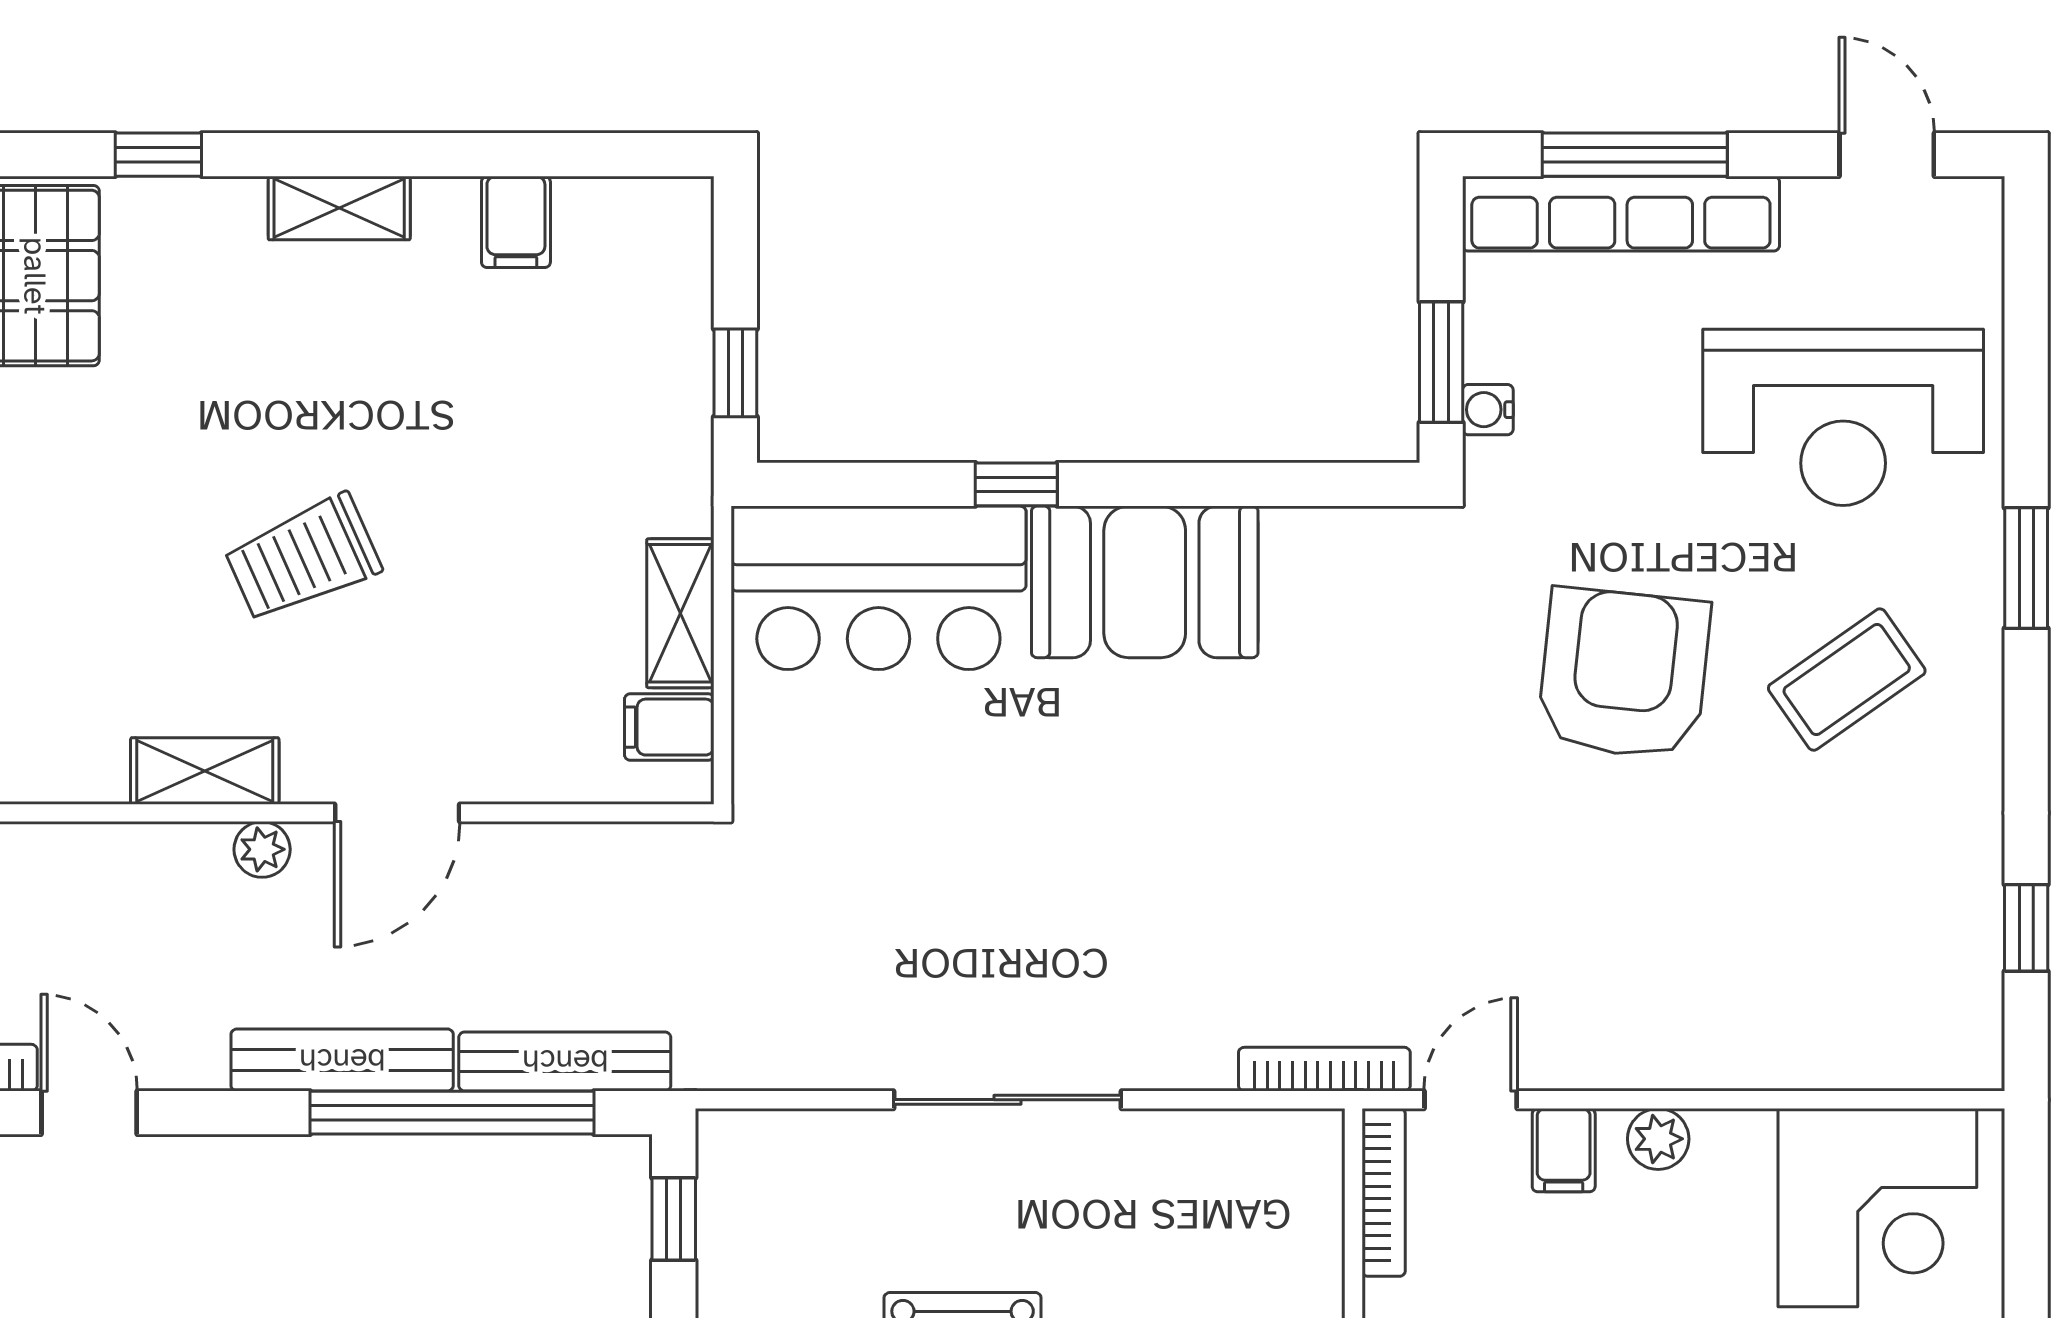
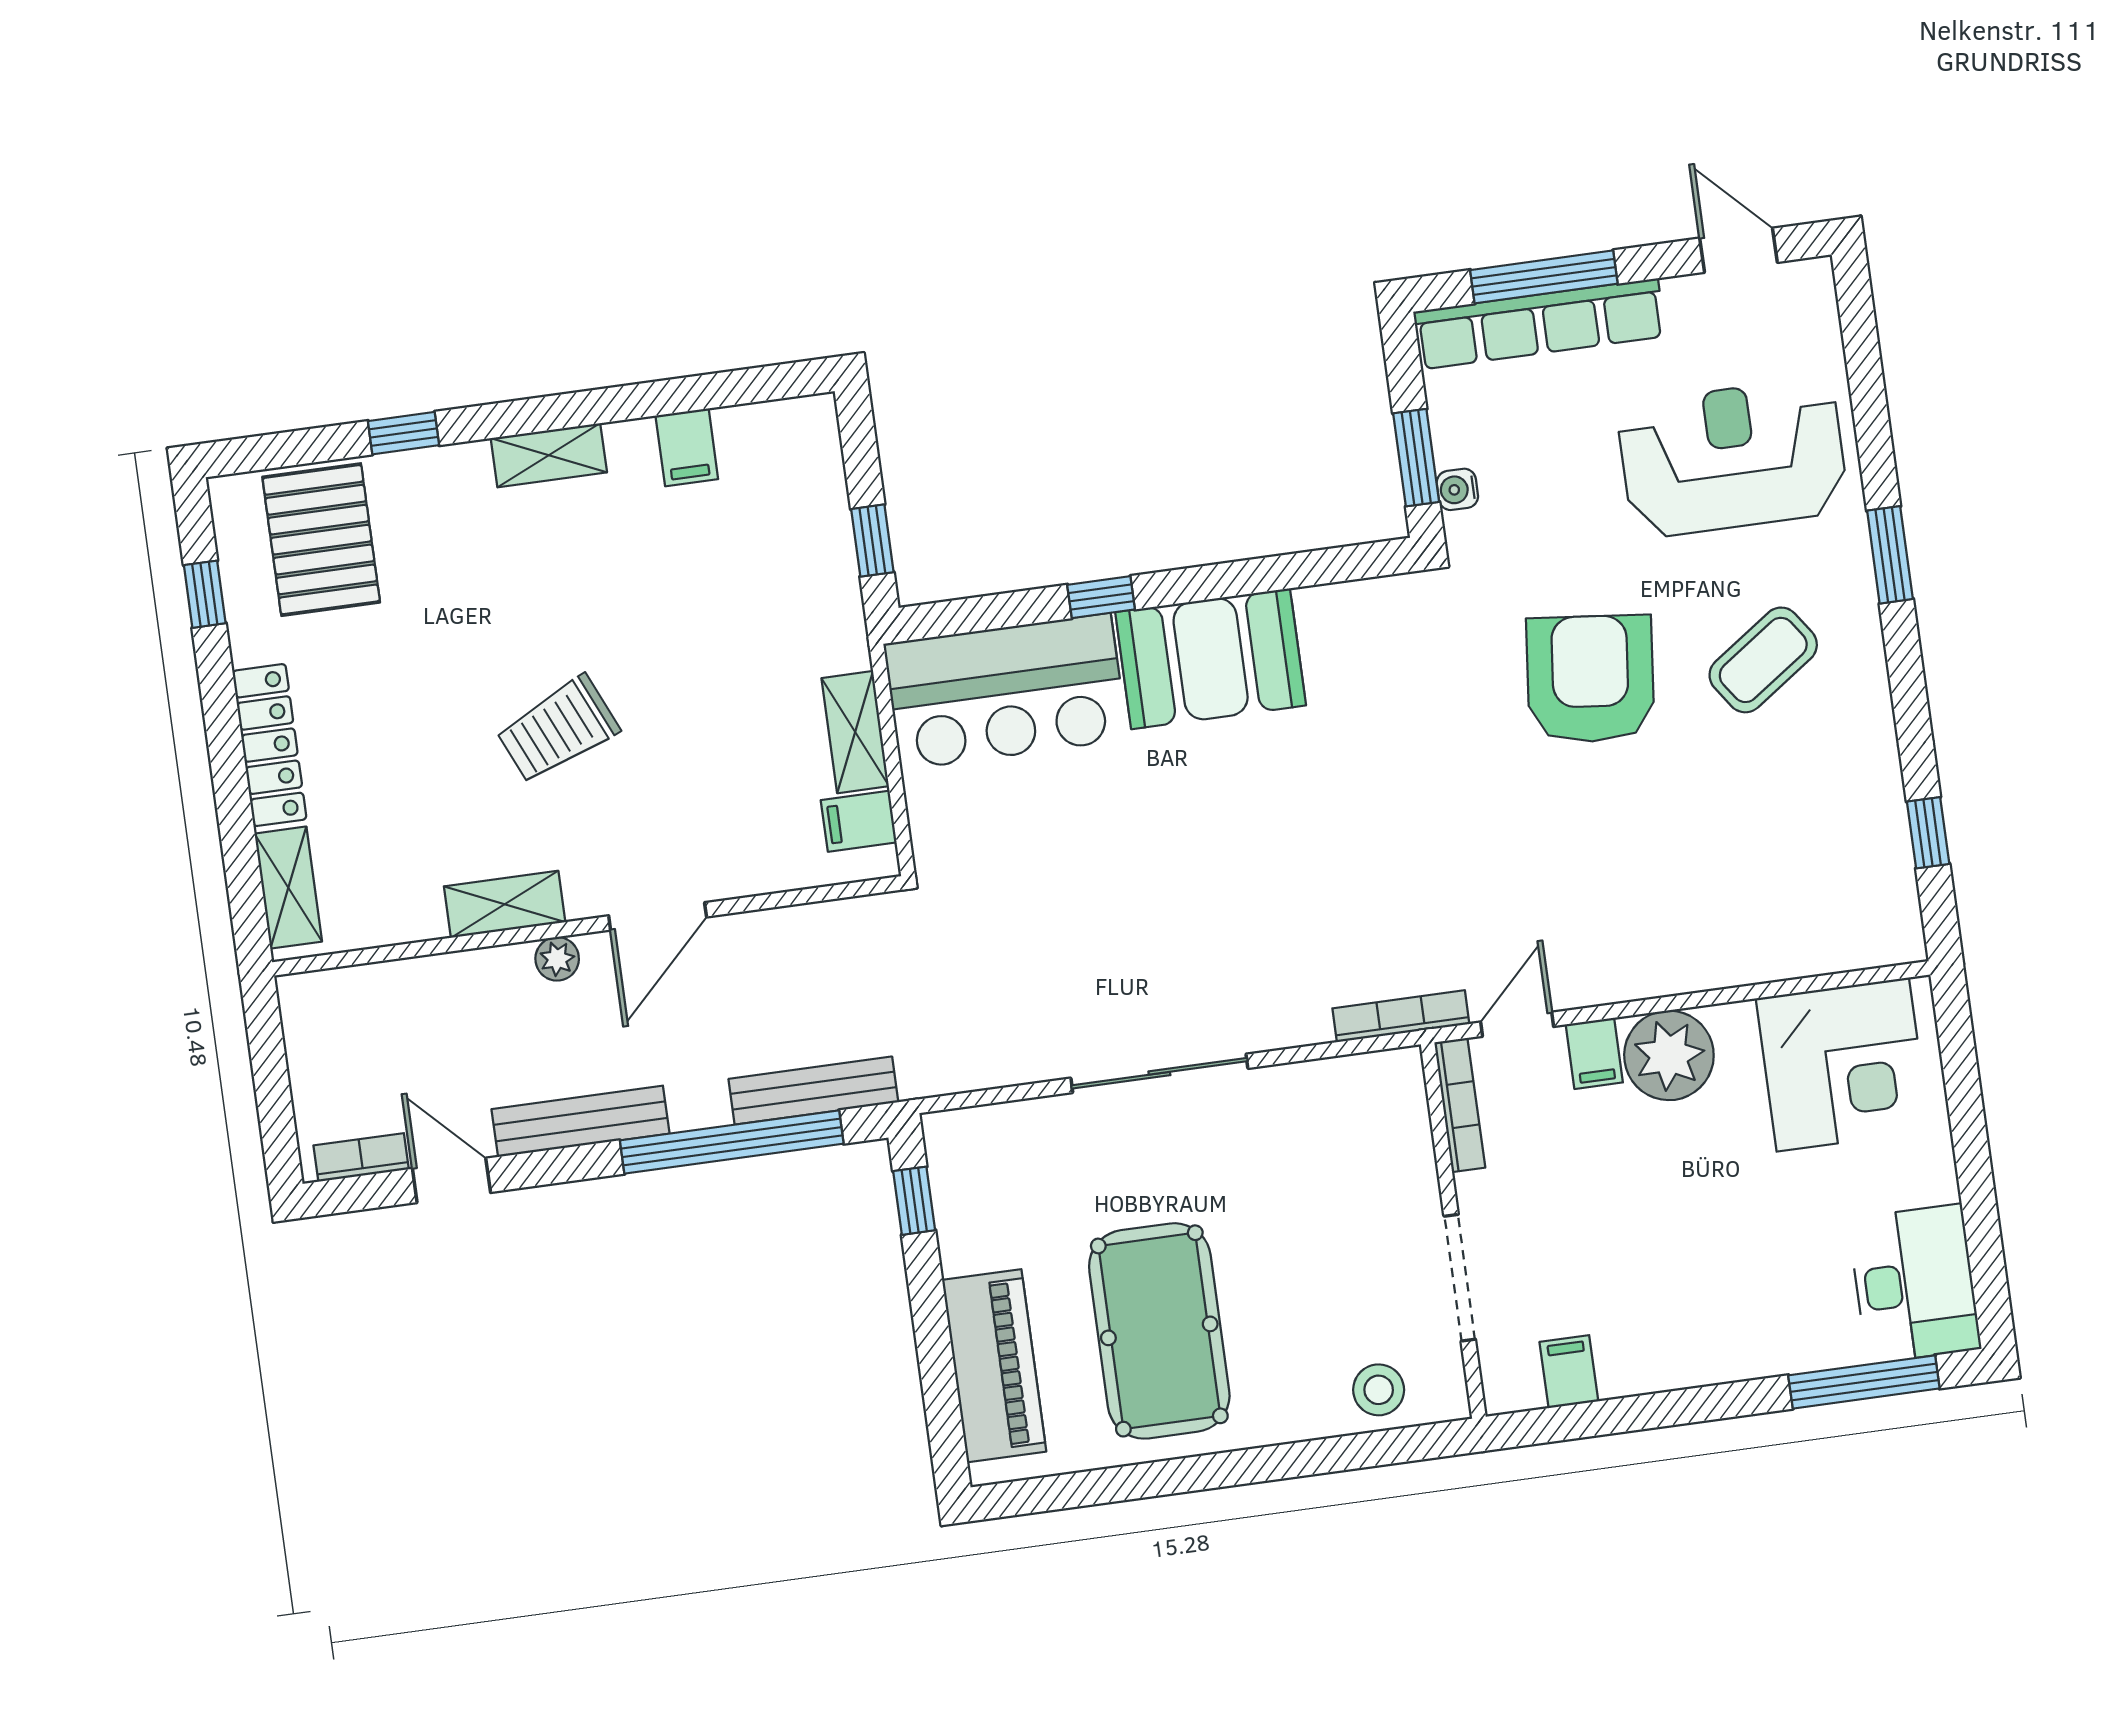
reception desk: (1843, 417) -> (1733, 458), turned 180
bench: (342, 1060) -> (581, 1121), moved
plant: (1658, 1139) -> (1669, 1055), width x1.87, depth x1.87

